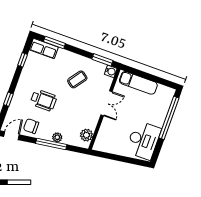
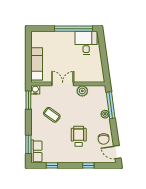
window: (169, 118) -> (74, 29), moved
plant: (86, 135) -> (82, 91), moved
desk: (143, 140) -> (86, 43), width x0.73
window: (51, 144) -> (111, 105), moved

